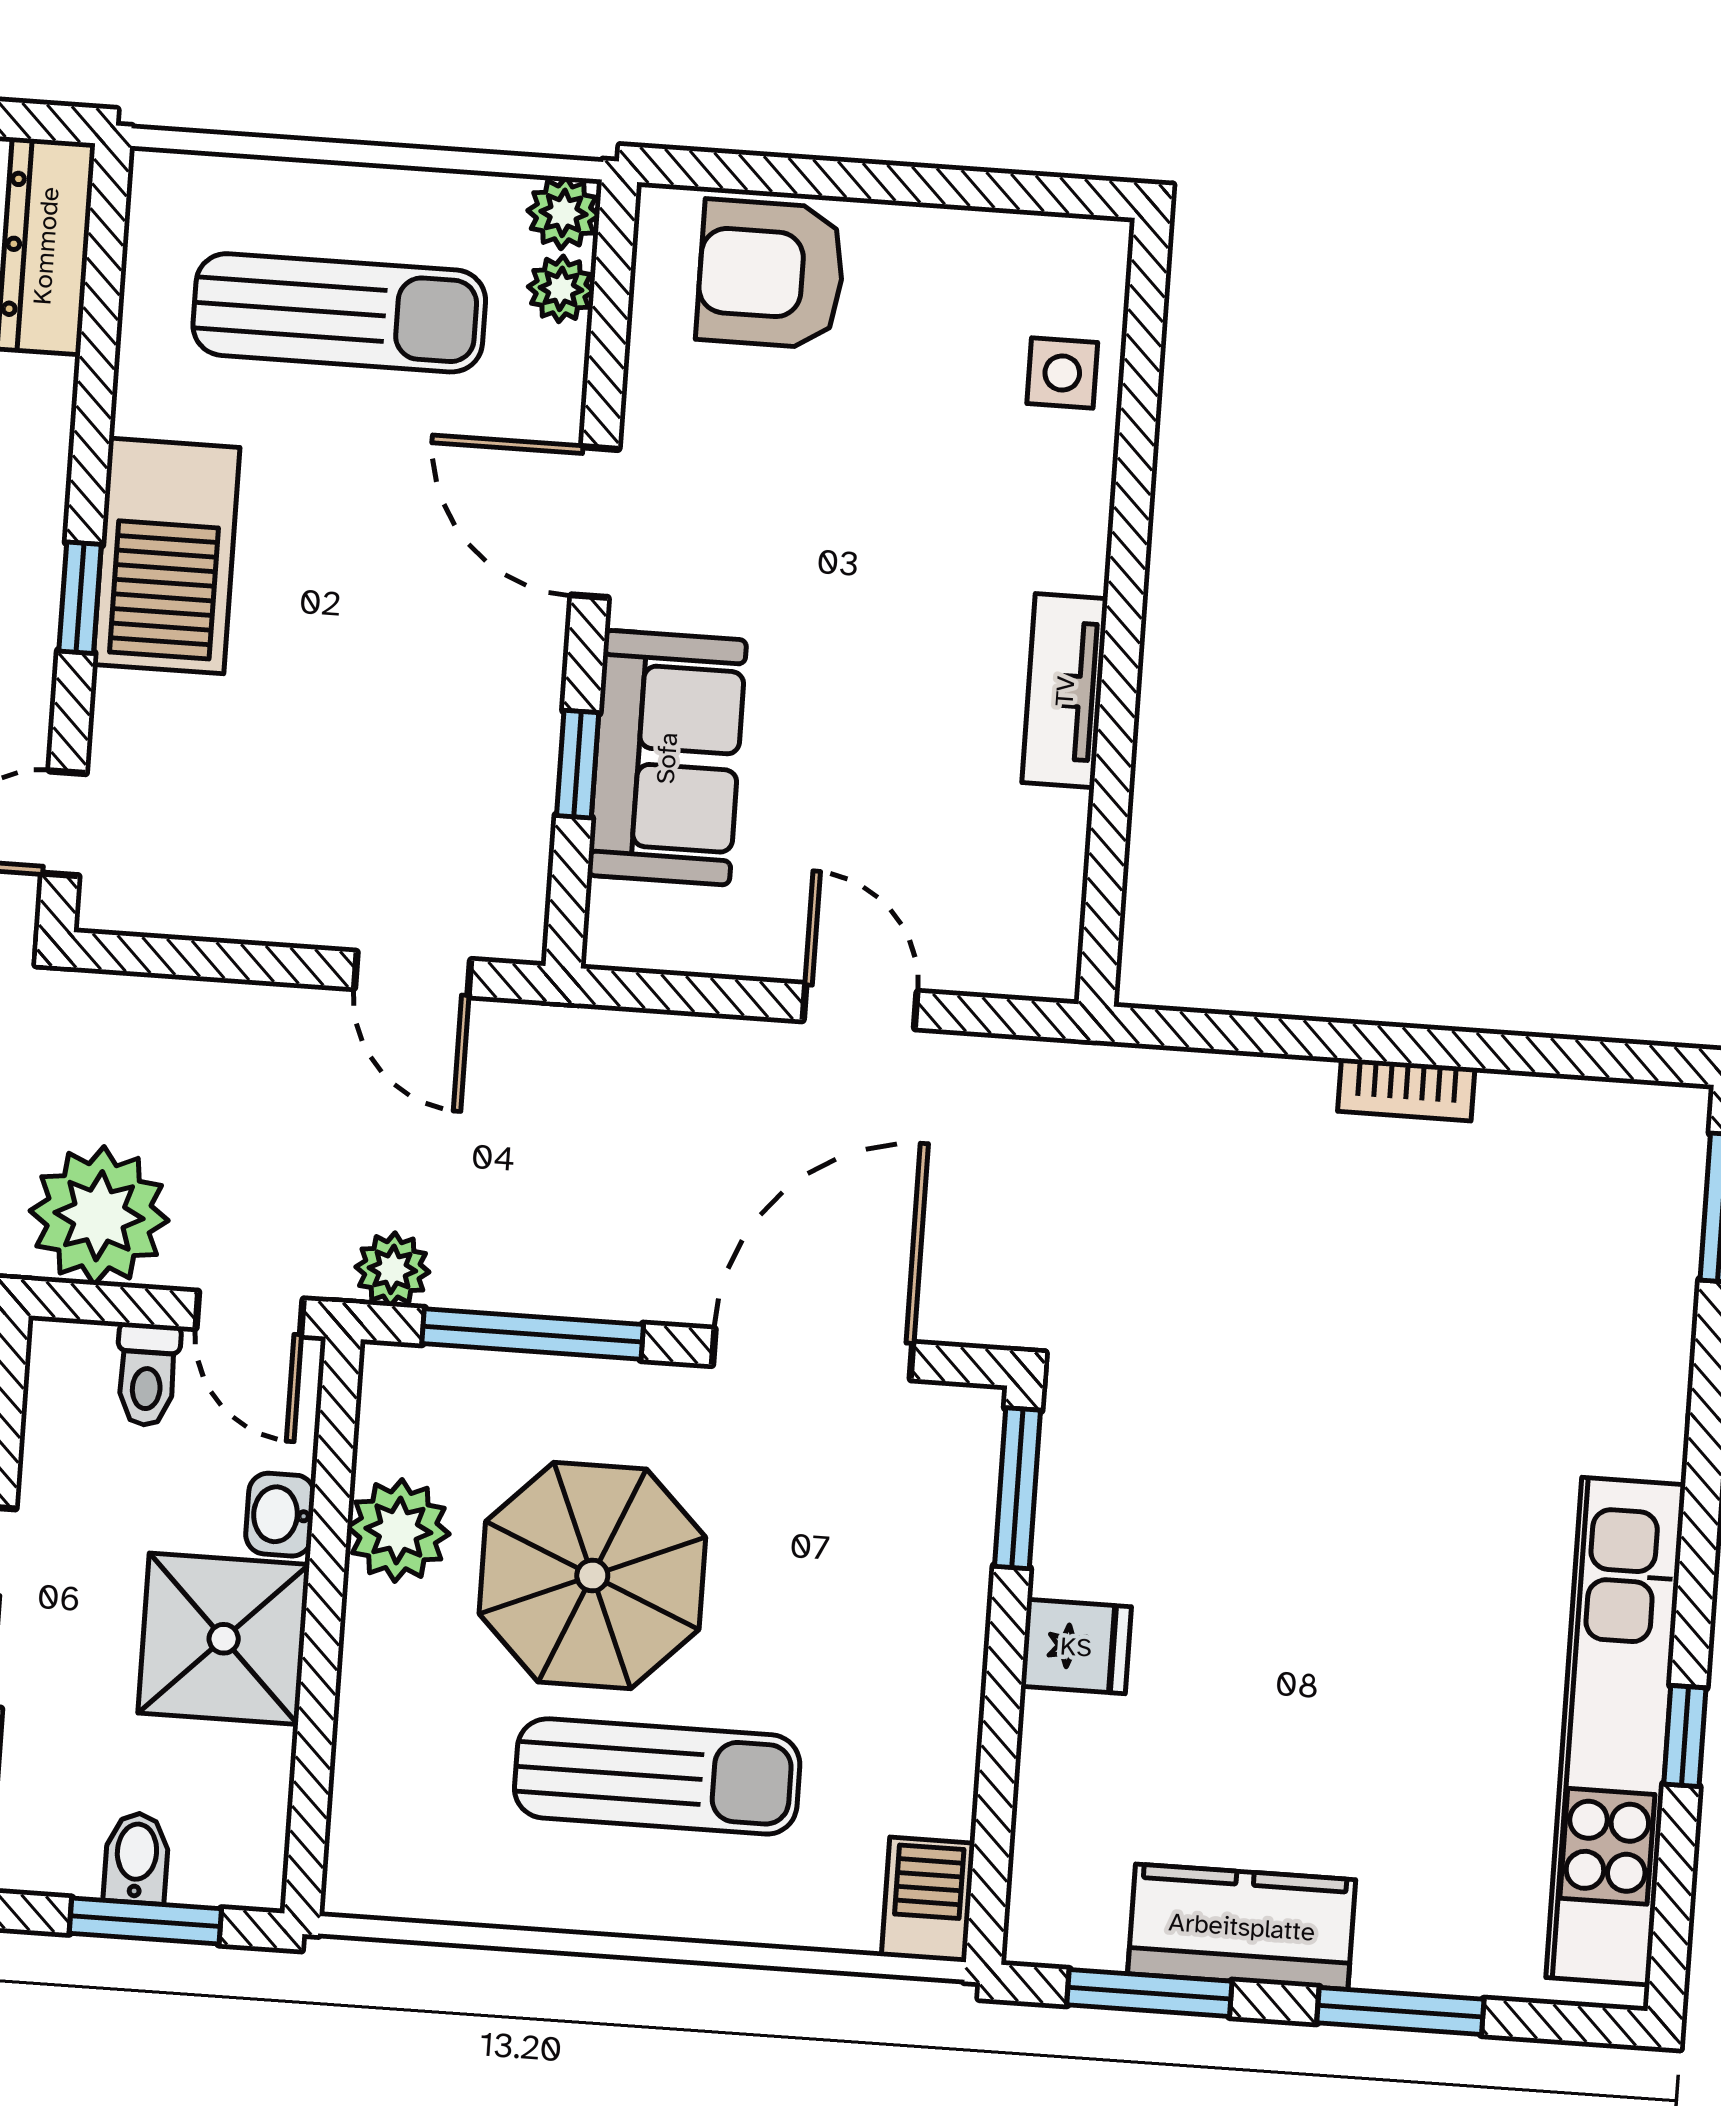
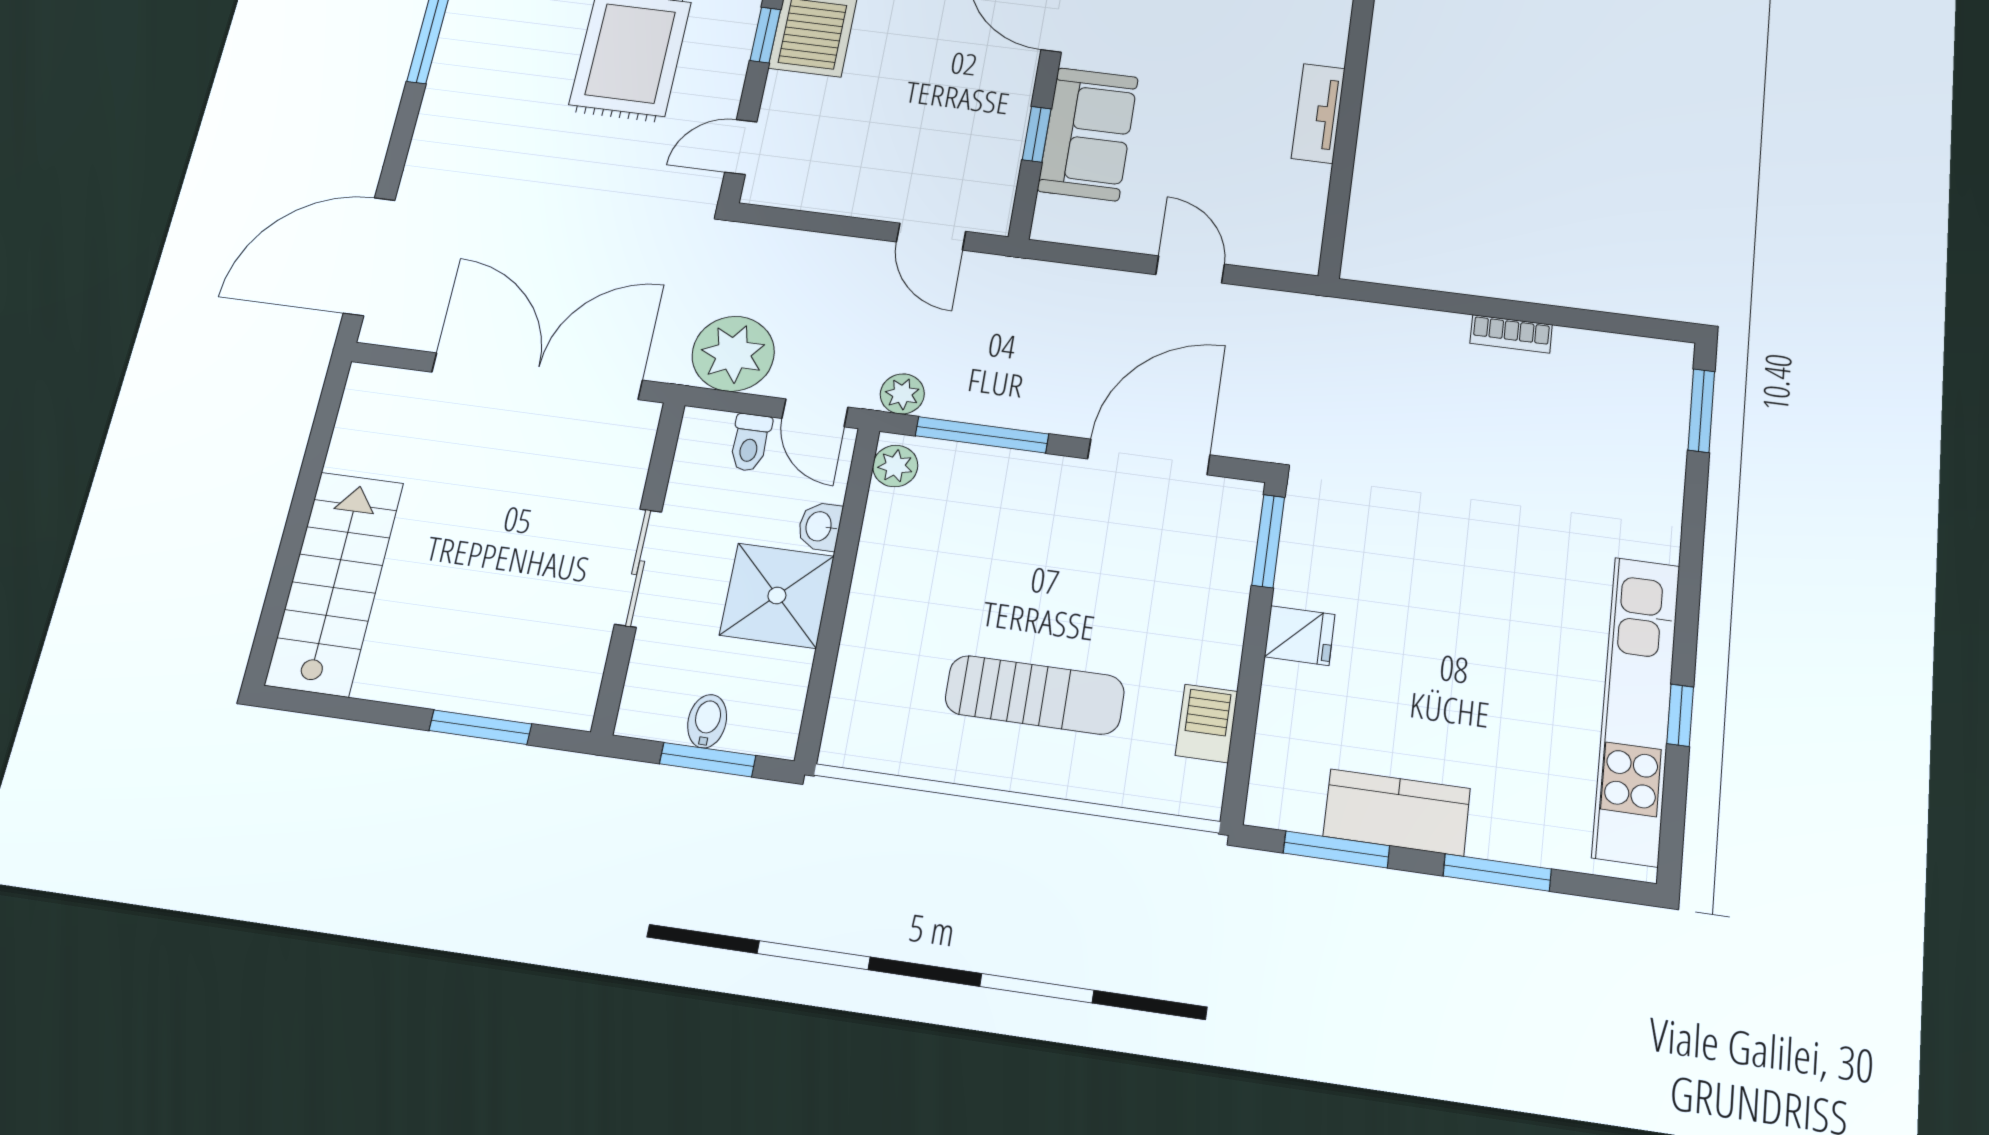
plant: (398, 1530) -> (895, 466), moved, width x0.73, depth x0.73
parasol: (592, 1576) -> (1005, 574), removed
barbecue: (928, 1900) -> (1207, 723), moved

